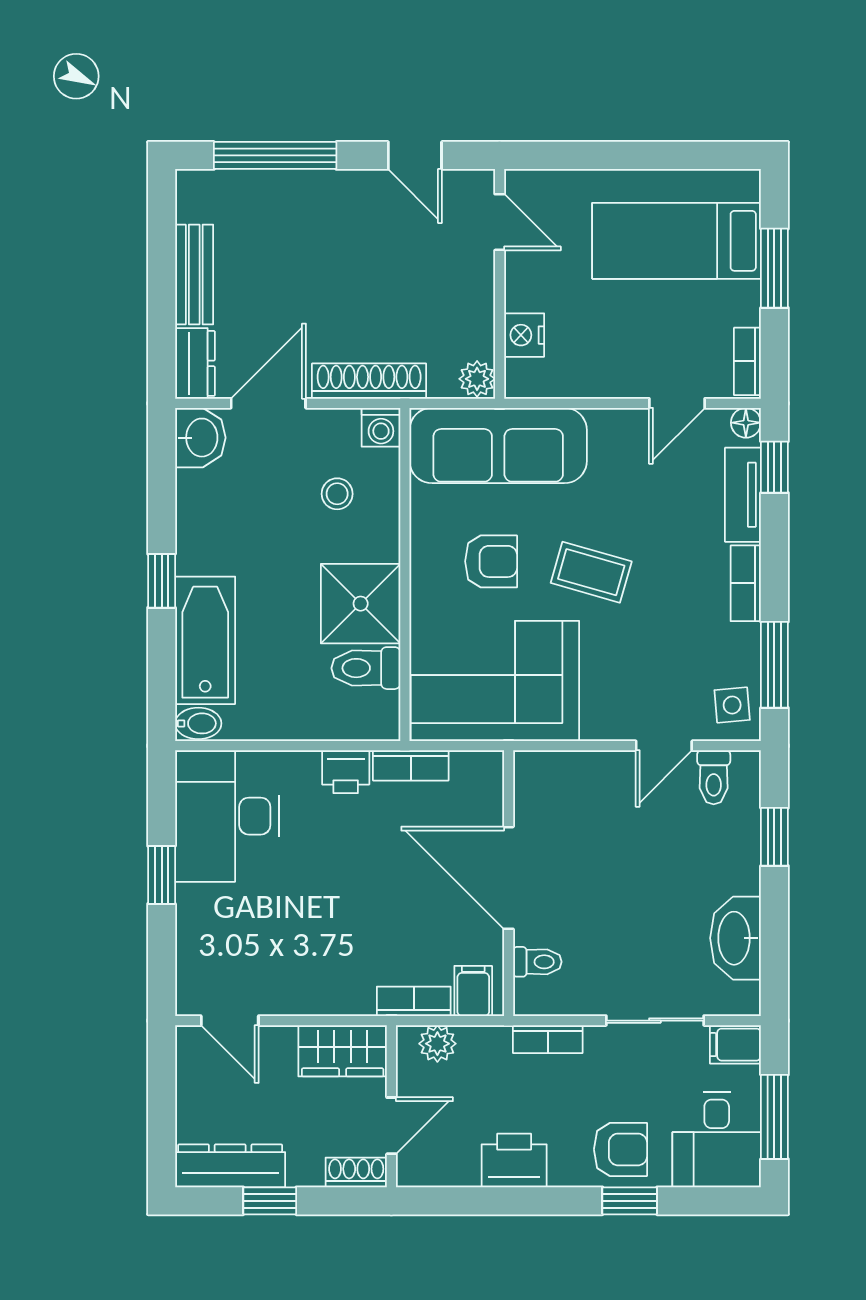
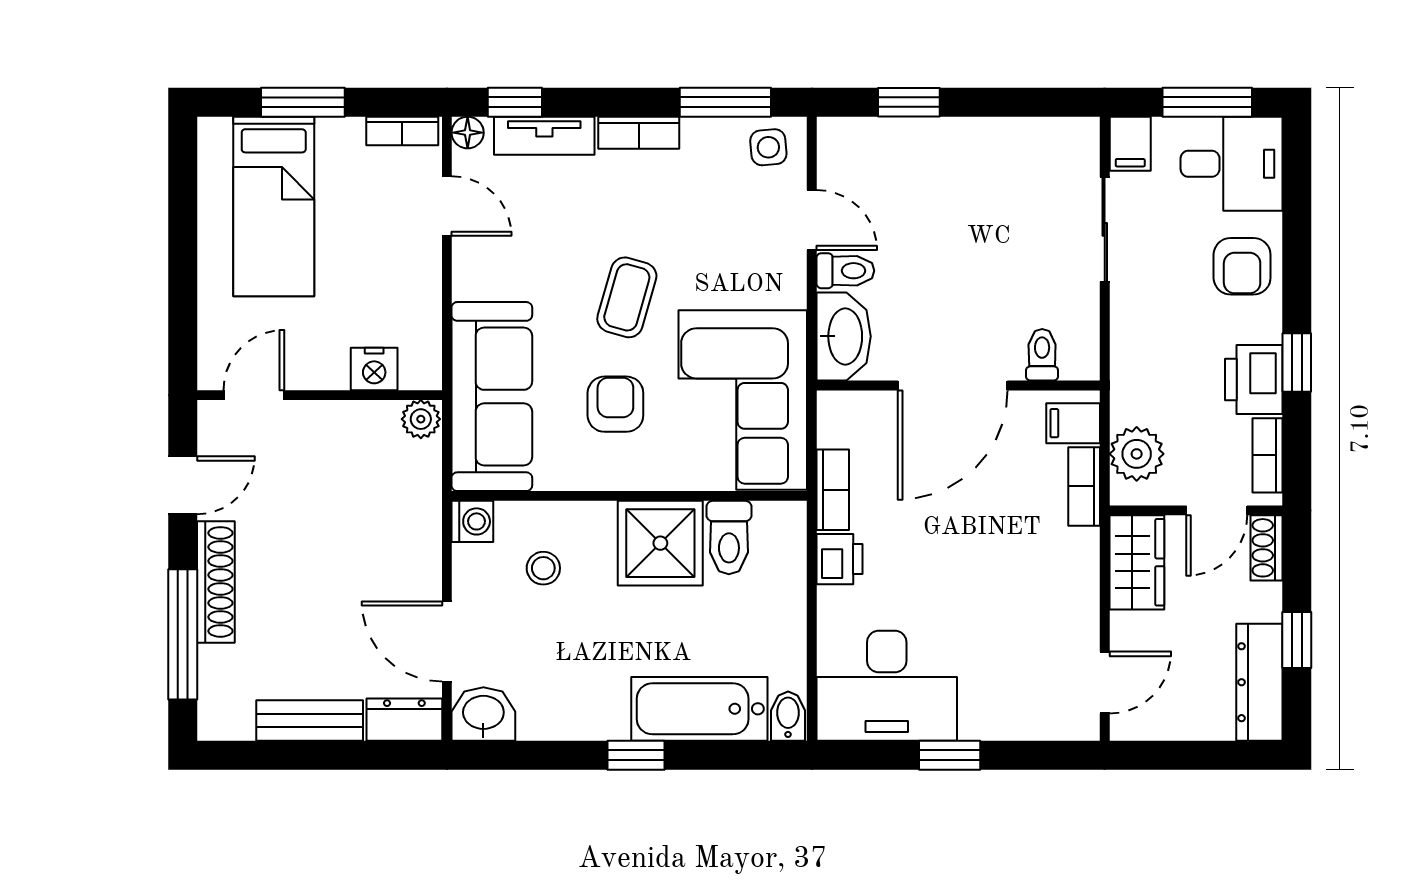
shoe rack: (369, 381) -> (216, 582), moved, turned 180
toilet: (714, 777) -> (845, 271), moved
washbasin: (736, 938) -> (844, 336), moved, turned -90
bookcase: (548, 1039) -> (1267, 455), moved, turned 180
plant: (437, 1044) -> (1137, 454), width x1.38, depth x1.38
door: (391, 1126) -> (1217, 510), swing flipped
armchair: (620, 1149) -> (1242, 266), turned 180
window: (630, 1201) -> (1297, 363), moved

